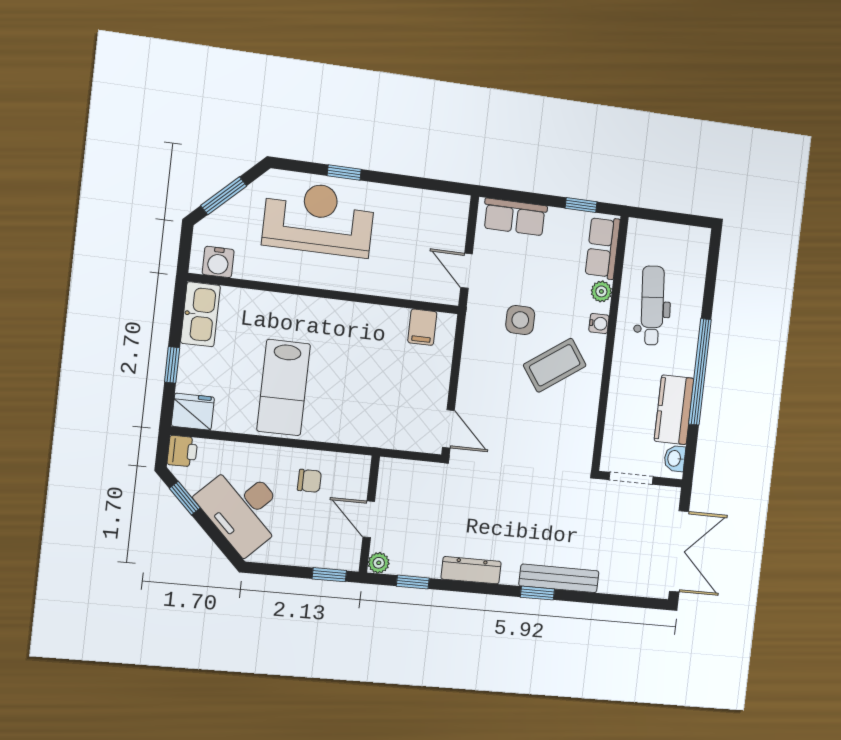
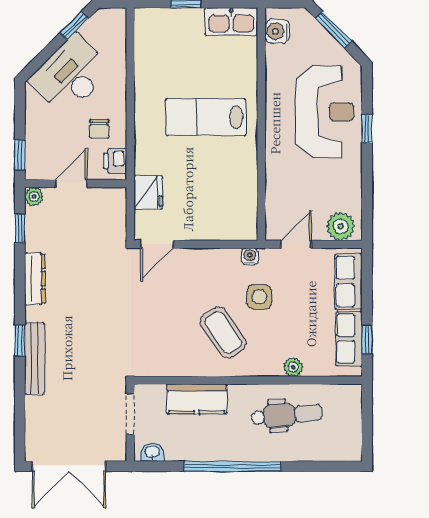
plant: (452, 218) -> (341, 226), added
row of seats: (603, 248) -> (349, 339), moved, turned -90
water cooler: (599, 324) -> (250, 256), moved, turned 180
filing cabinet: (422, 327) -> (243, 211), removed
lab bench: (284, 387) -> (206, 117), moved
kitchen counter: (674, 410) -> (197, 399), moved, turned 180
fridge: (193, 412) -> (148, 192), moved
printer: (182, 451) -> (115, 161), moved, turned 90

